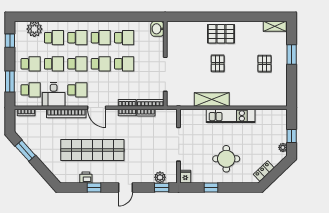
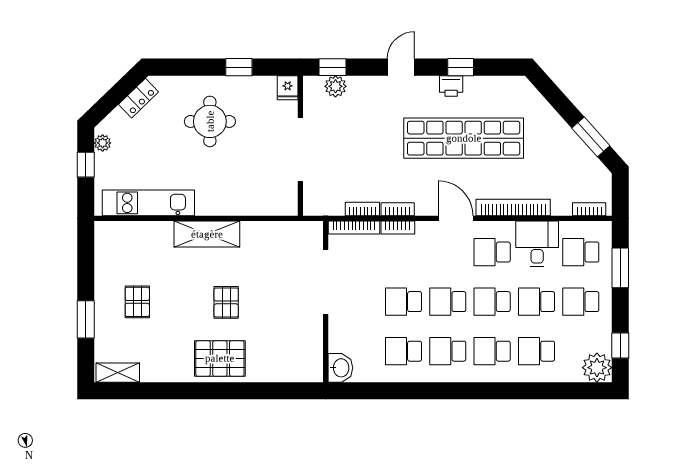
plant: (34, 29) -> (597, 368), moved
shelving: (212, 99) -> (207, 234), moved
kitchen unit: (231, 116) -> (148, 203), moved
printer: (86, 178) -> (451, 86), moved

